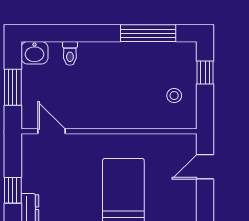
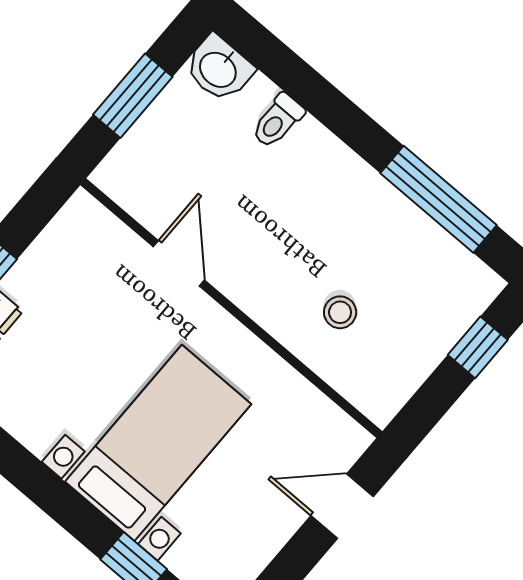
stool: (174, 96) -> (340, 312), moved
door: (51, 131) -> (179, 263), moved

